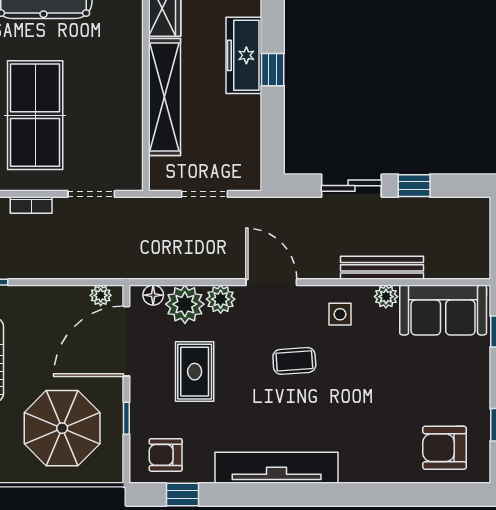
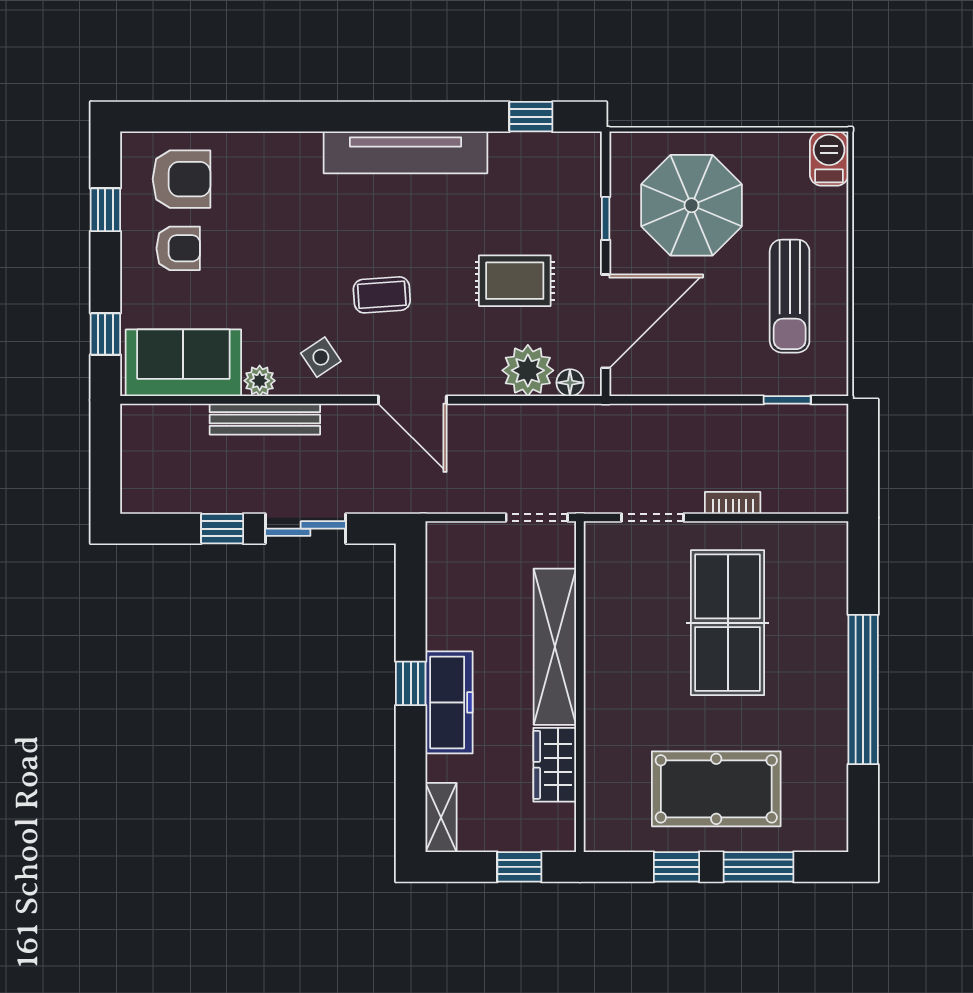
doorway: (204, 194) -> (537, 518), moved
plant: (101, 295) -> (640, 382), removed
plant: (221, 299) -> (480, 377), removed
side table: (340, 314) -> (321, 357), turned -34
rug: (195, 372) -> (515, 281), turned 90
armchair: (166, 455) -> (178, 248), moved

